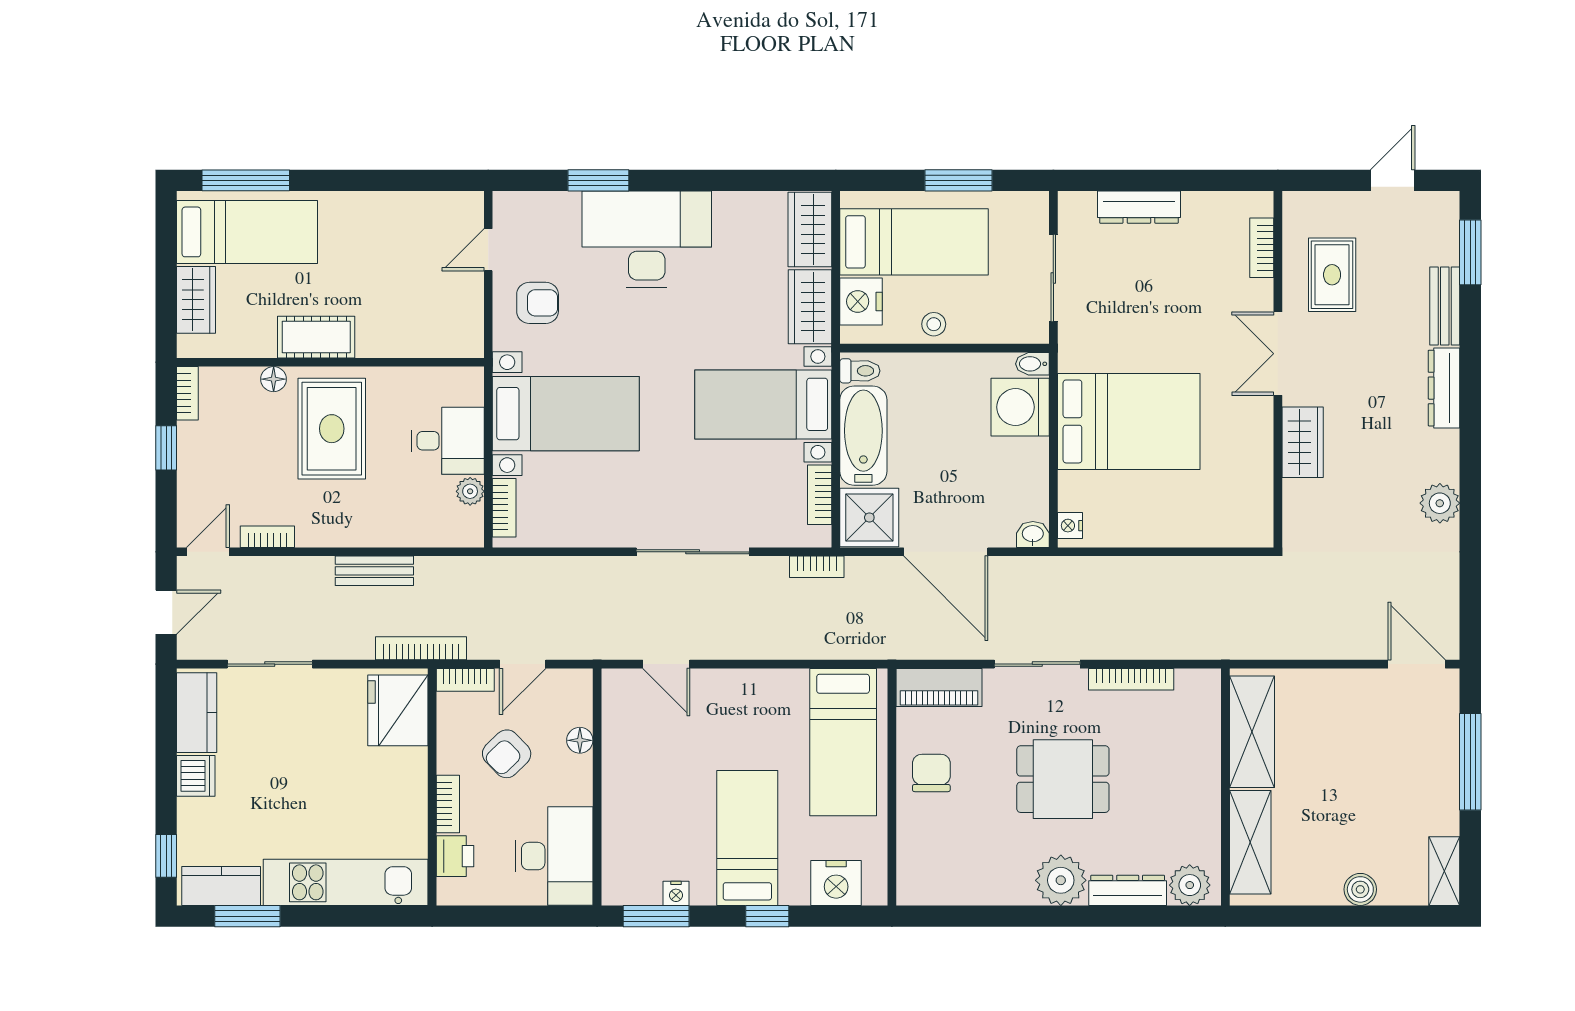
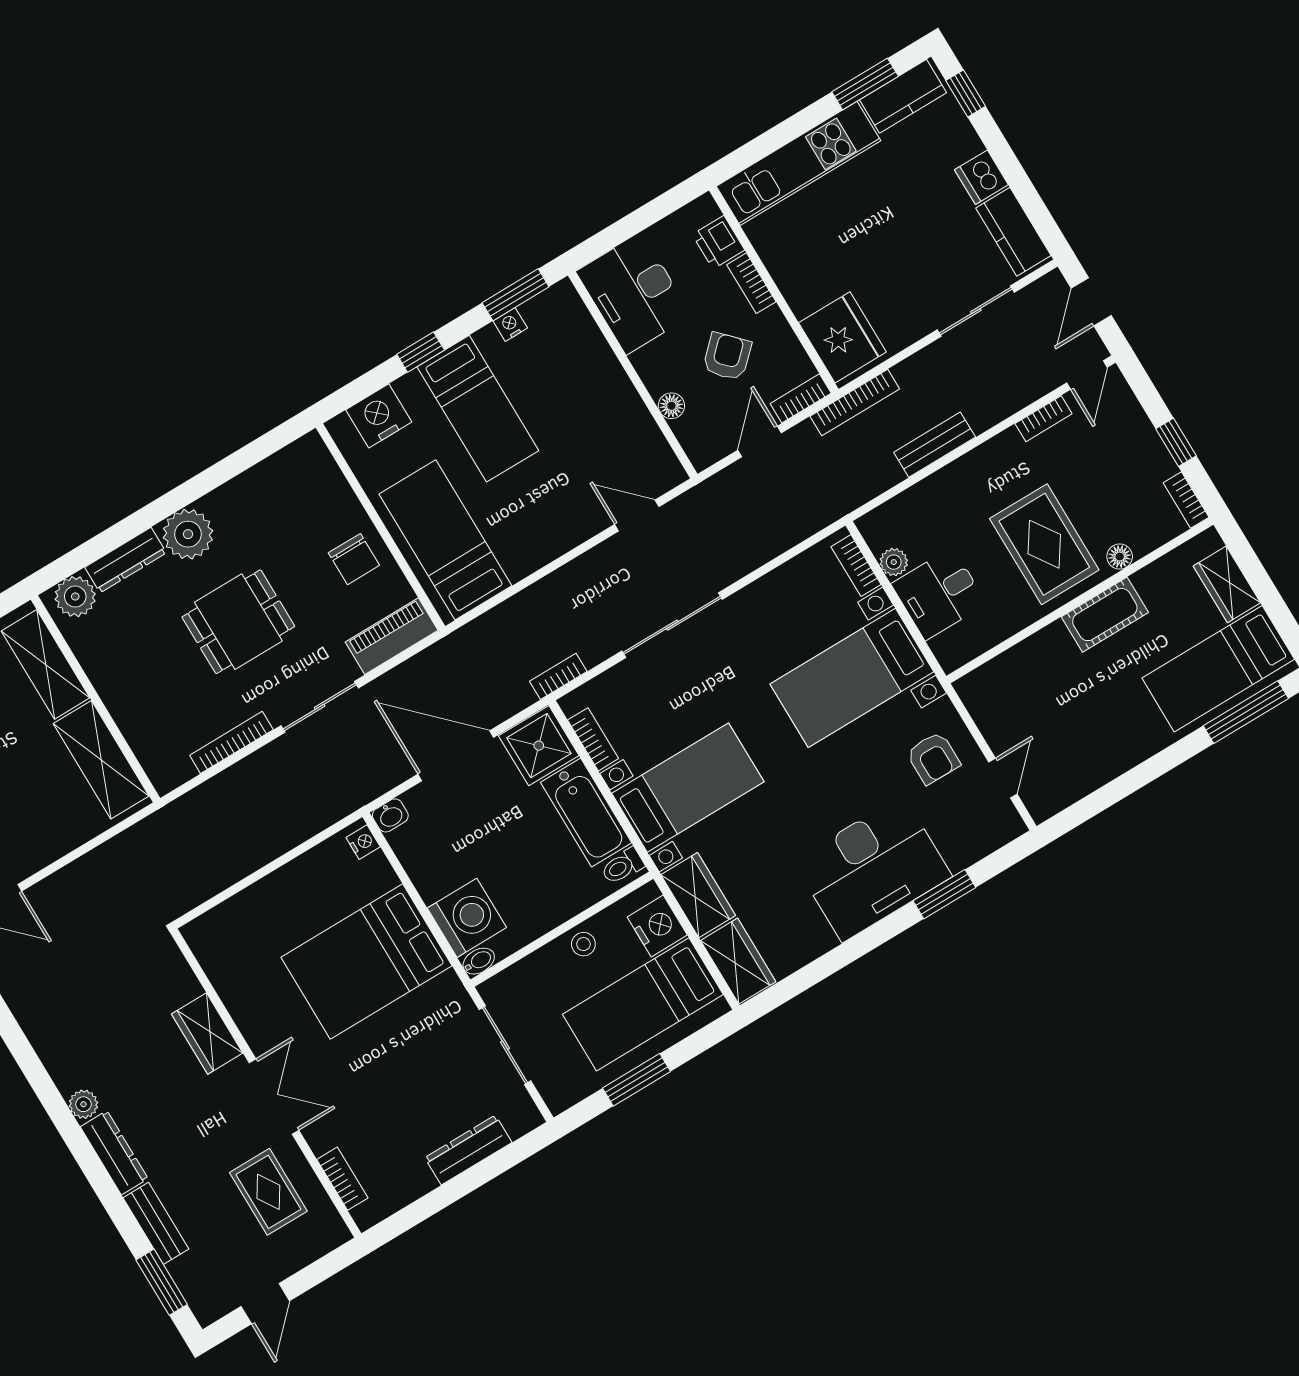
armchair: (538, 303) -> (933, 758), turned -90
plant: (1440, 503) -> (84, 1104), moved, width x0.73, depth x0.73

